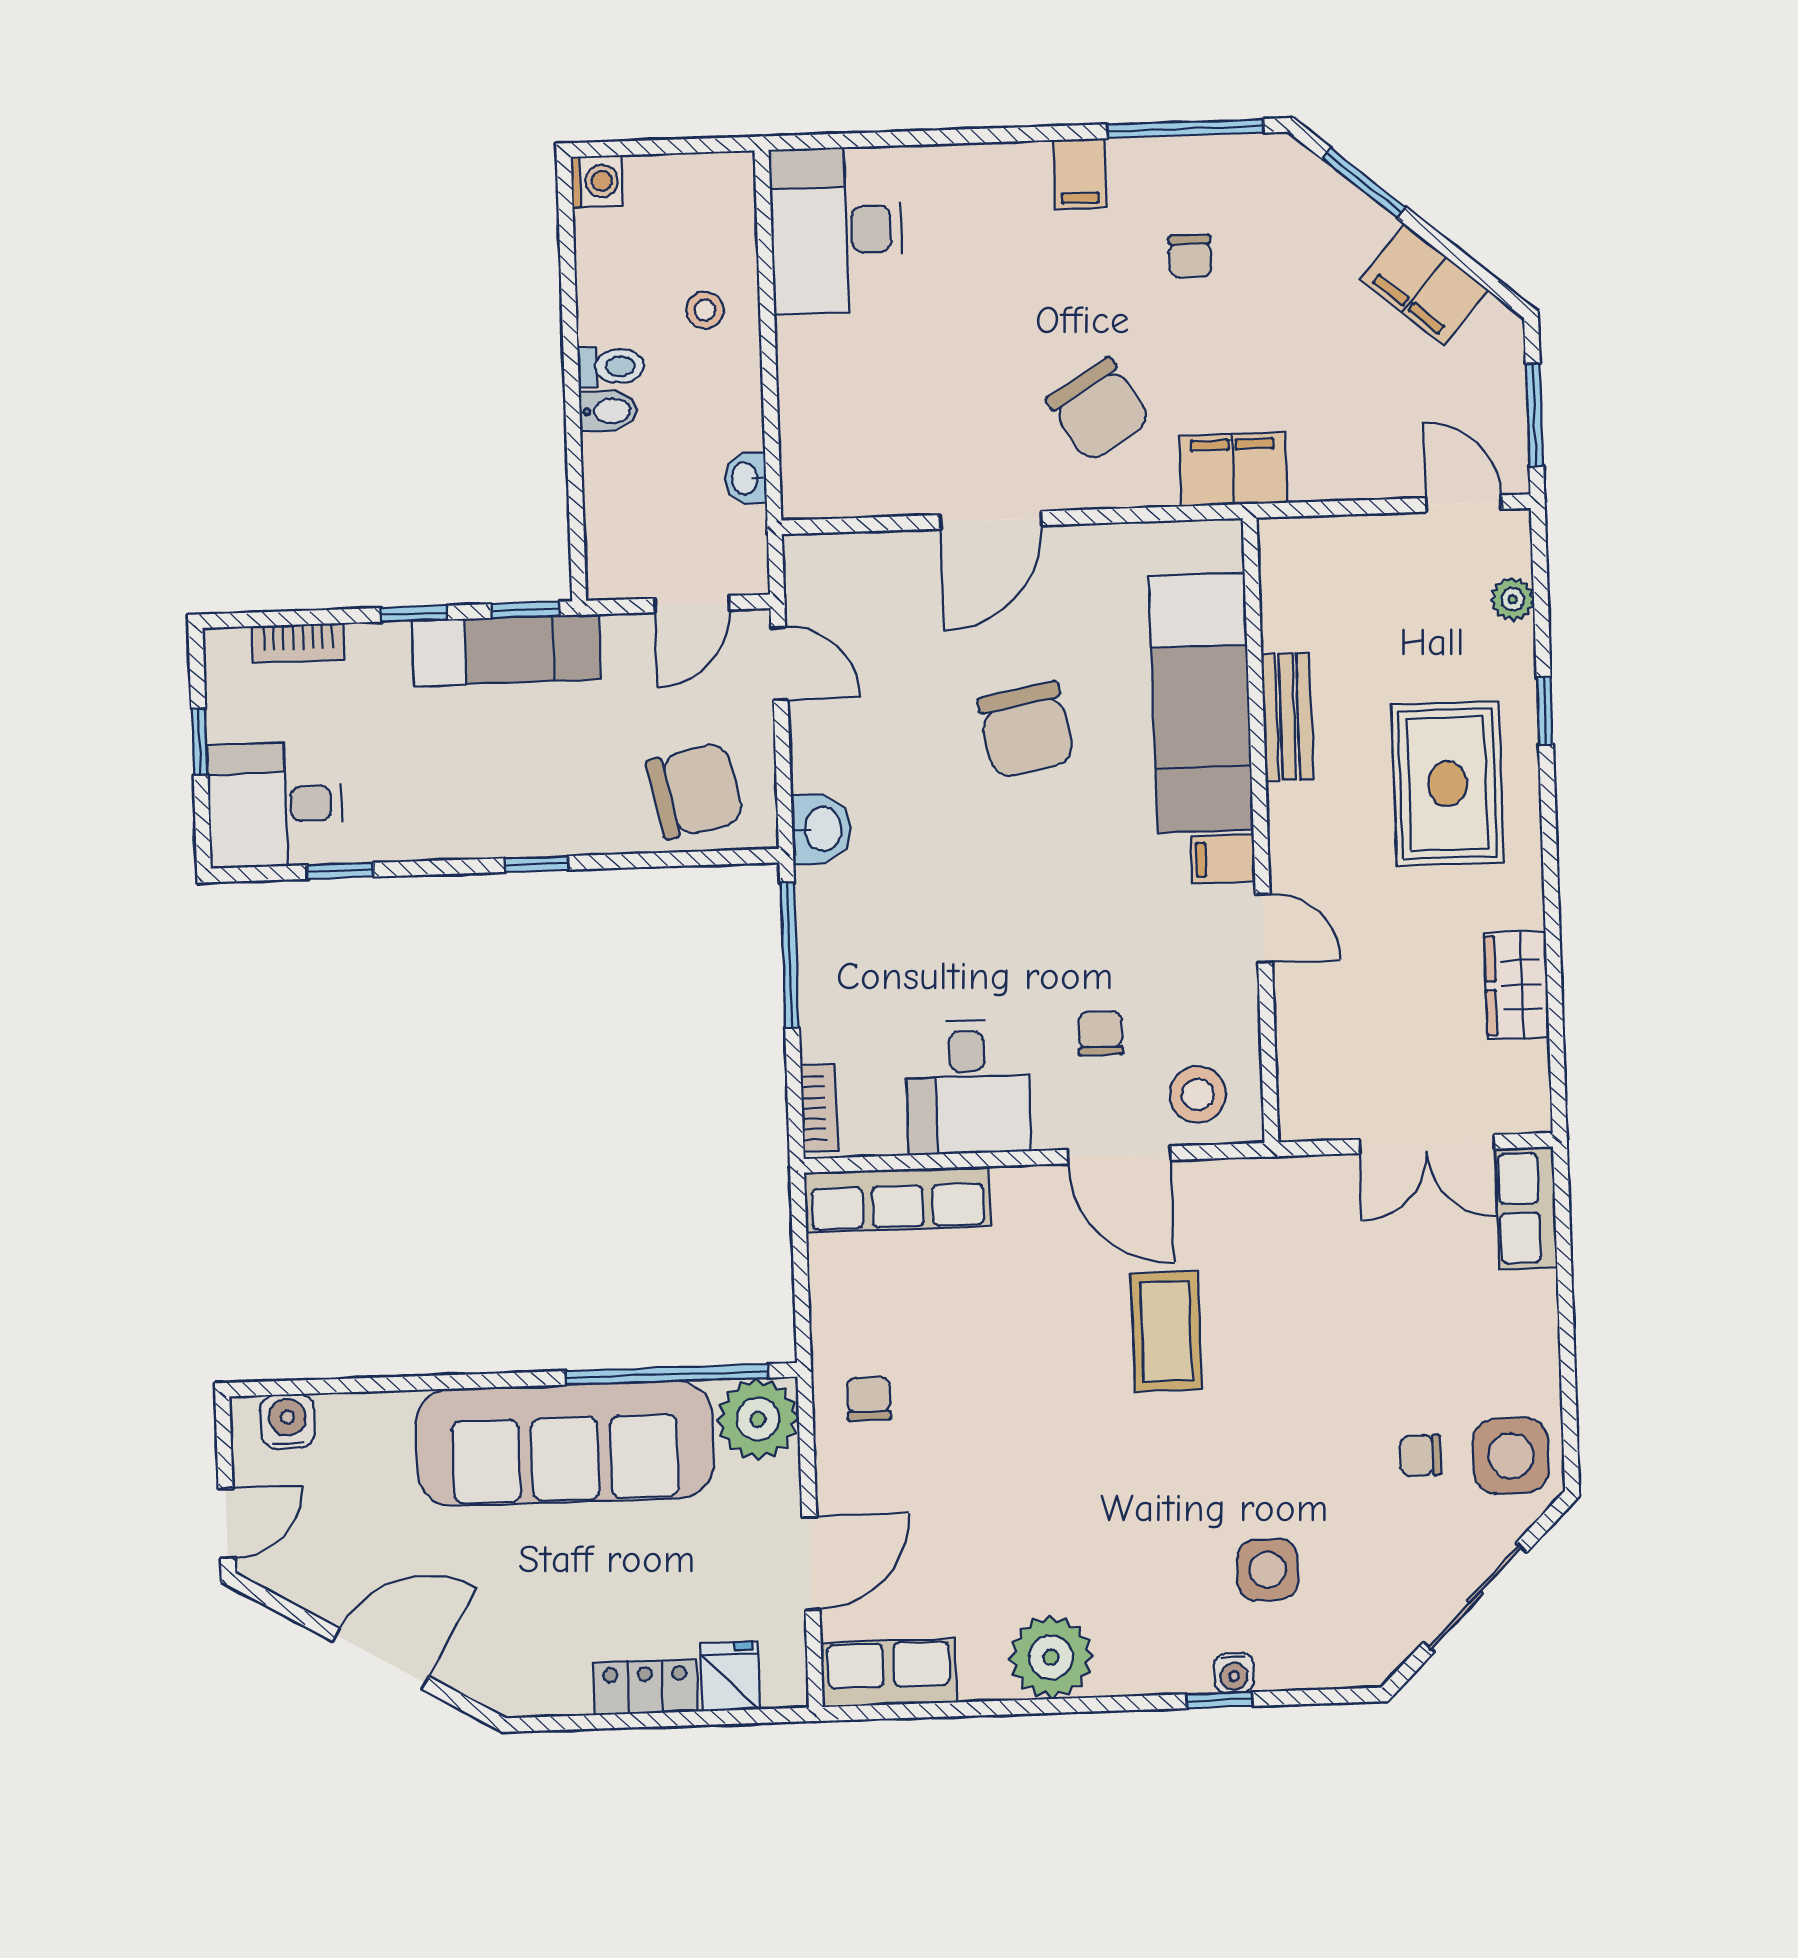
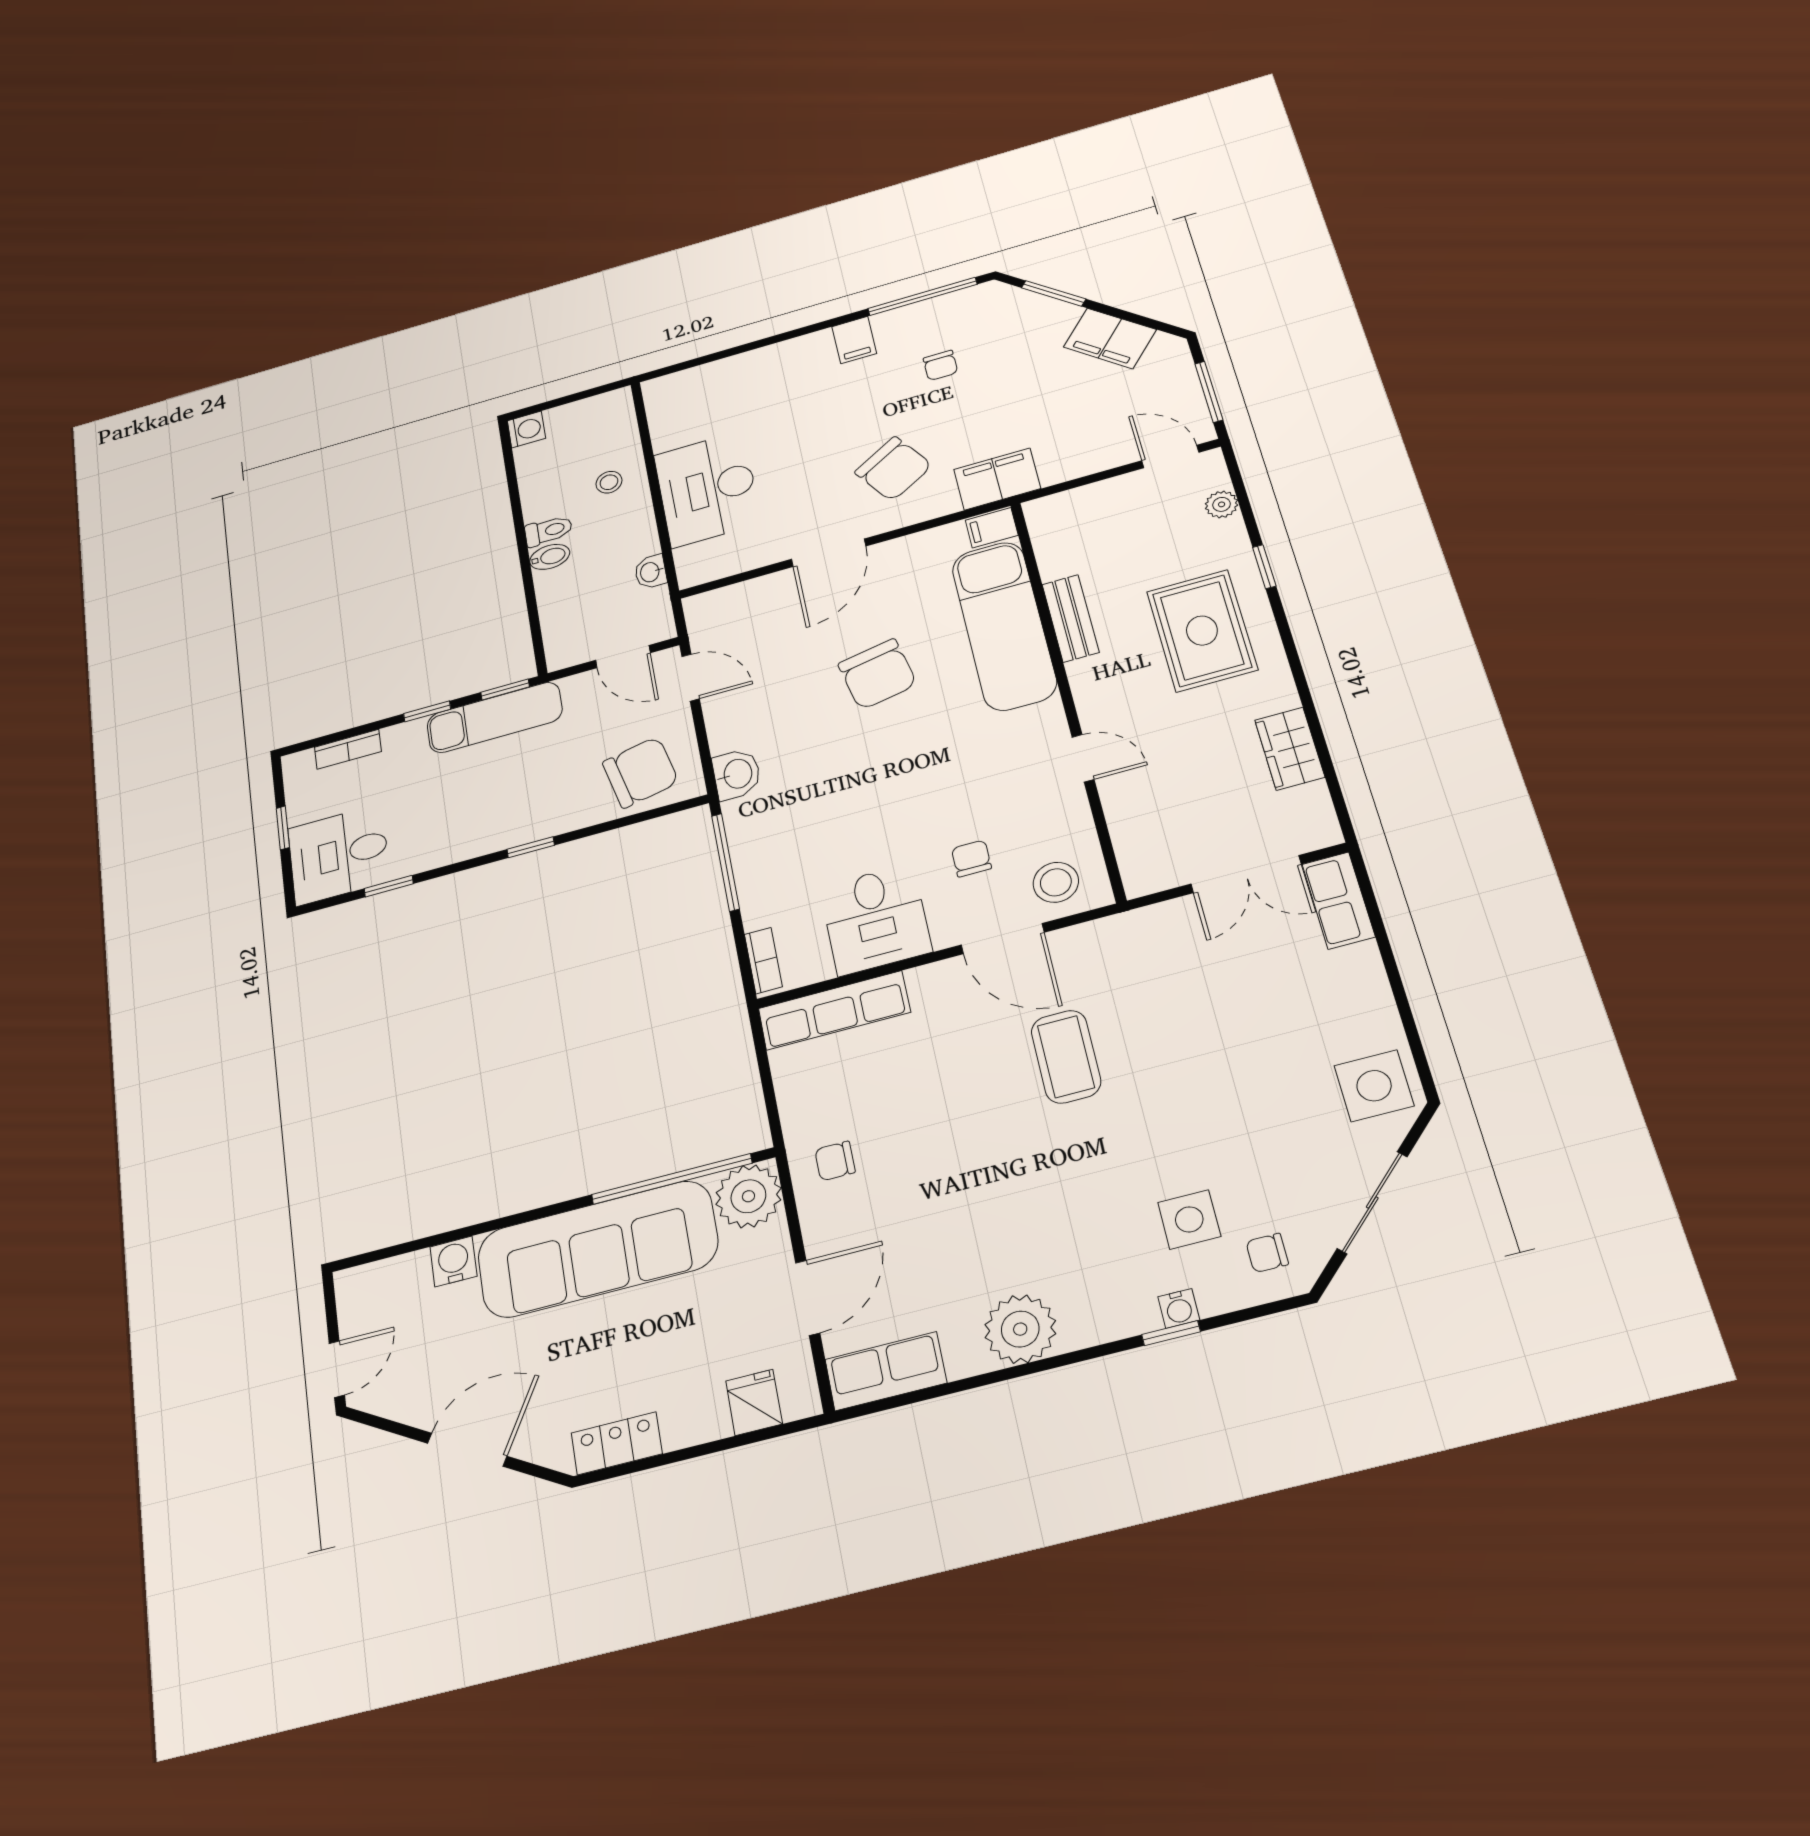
desk: (836, 230) -> (707, 489), moved
door: (692, 604) -> (623, 657), hinge flipped
filing cabinet: (1223, 859) -> (992, 528), moved
chair: (869, 1399) -> (835, 1161), turned -90
water cooler: (287, 1421) -> (454, 1261), moved
chair: (1421, 1455) -> (1267, 1253), moved
locker: (645, 1687) -> (617, 1443), moved

